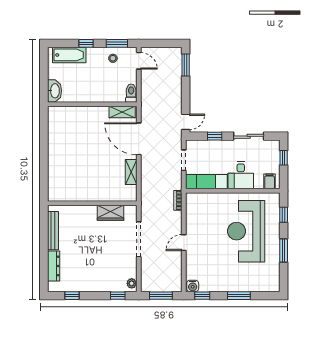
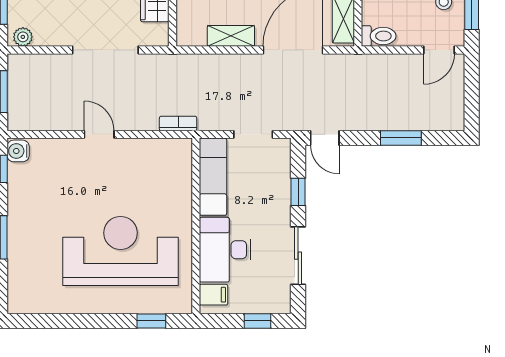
window: (186, 65) -> (401, 138), moved
desk: (241, 175) -> (225, 250), width x1.37
window: (284, 250) -> (84, 321), removed

